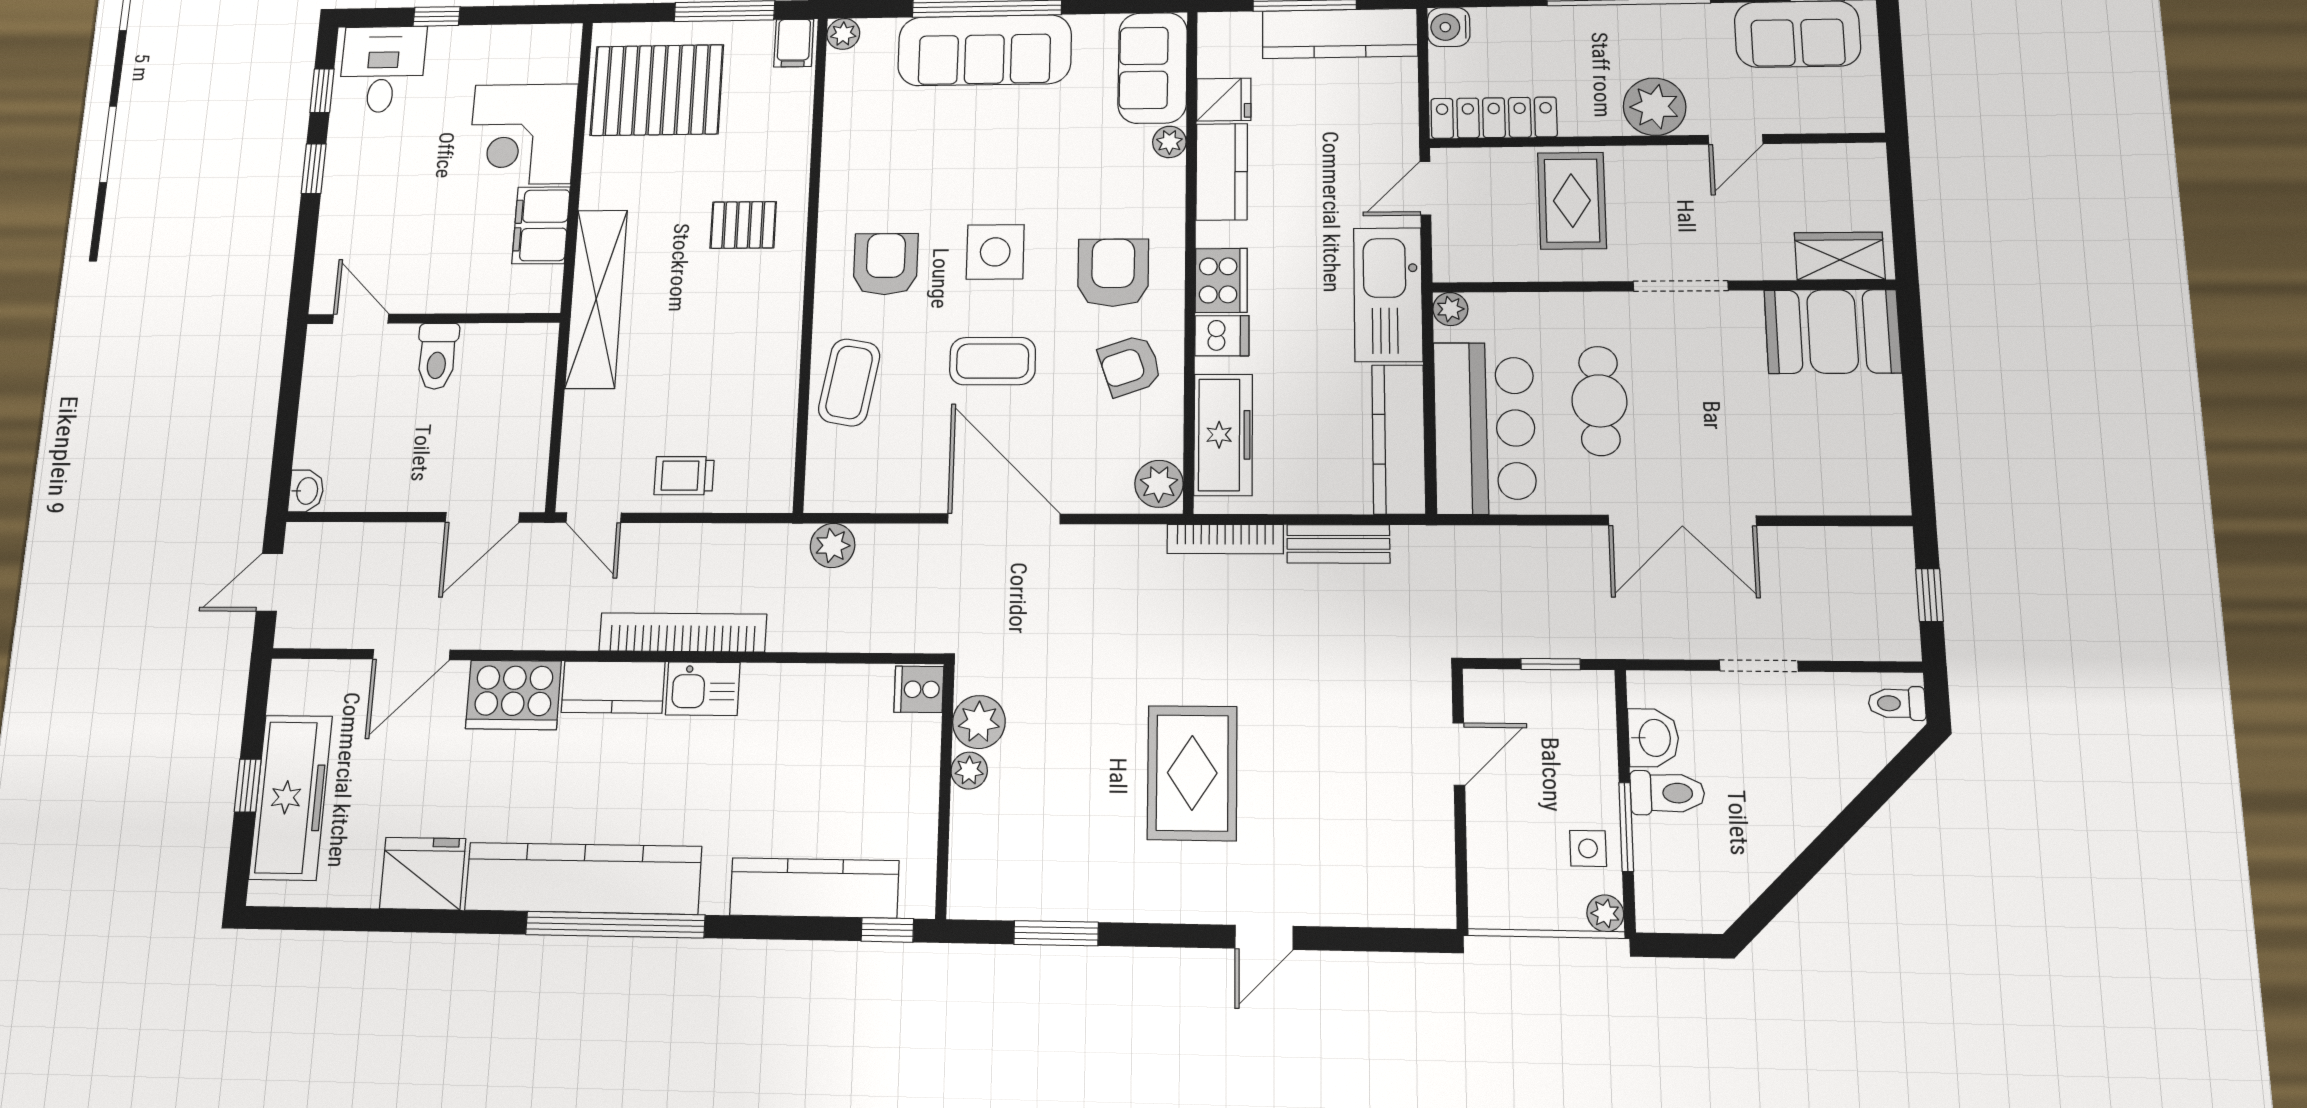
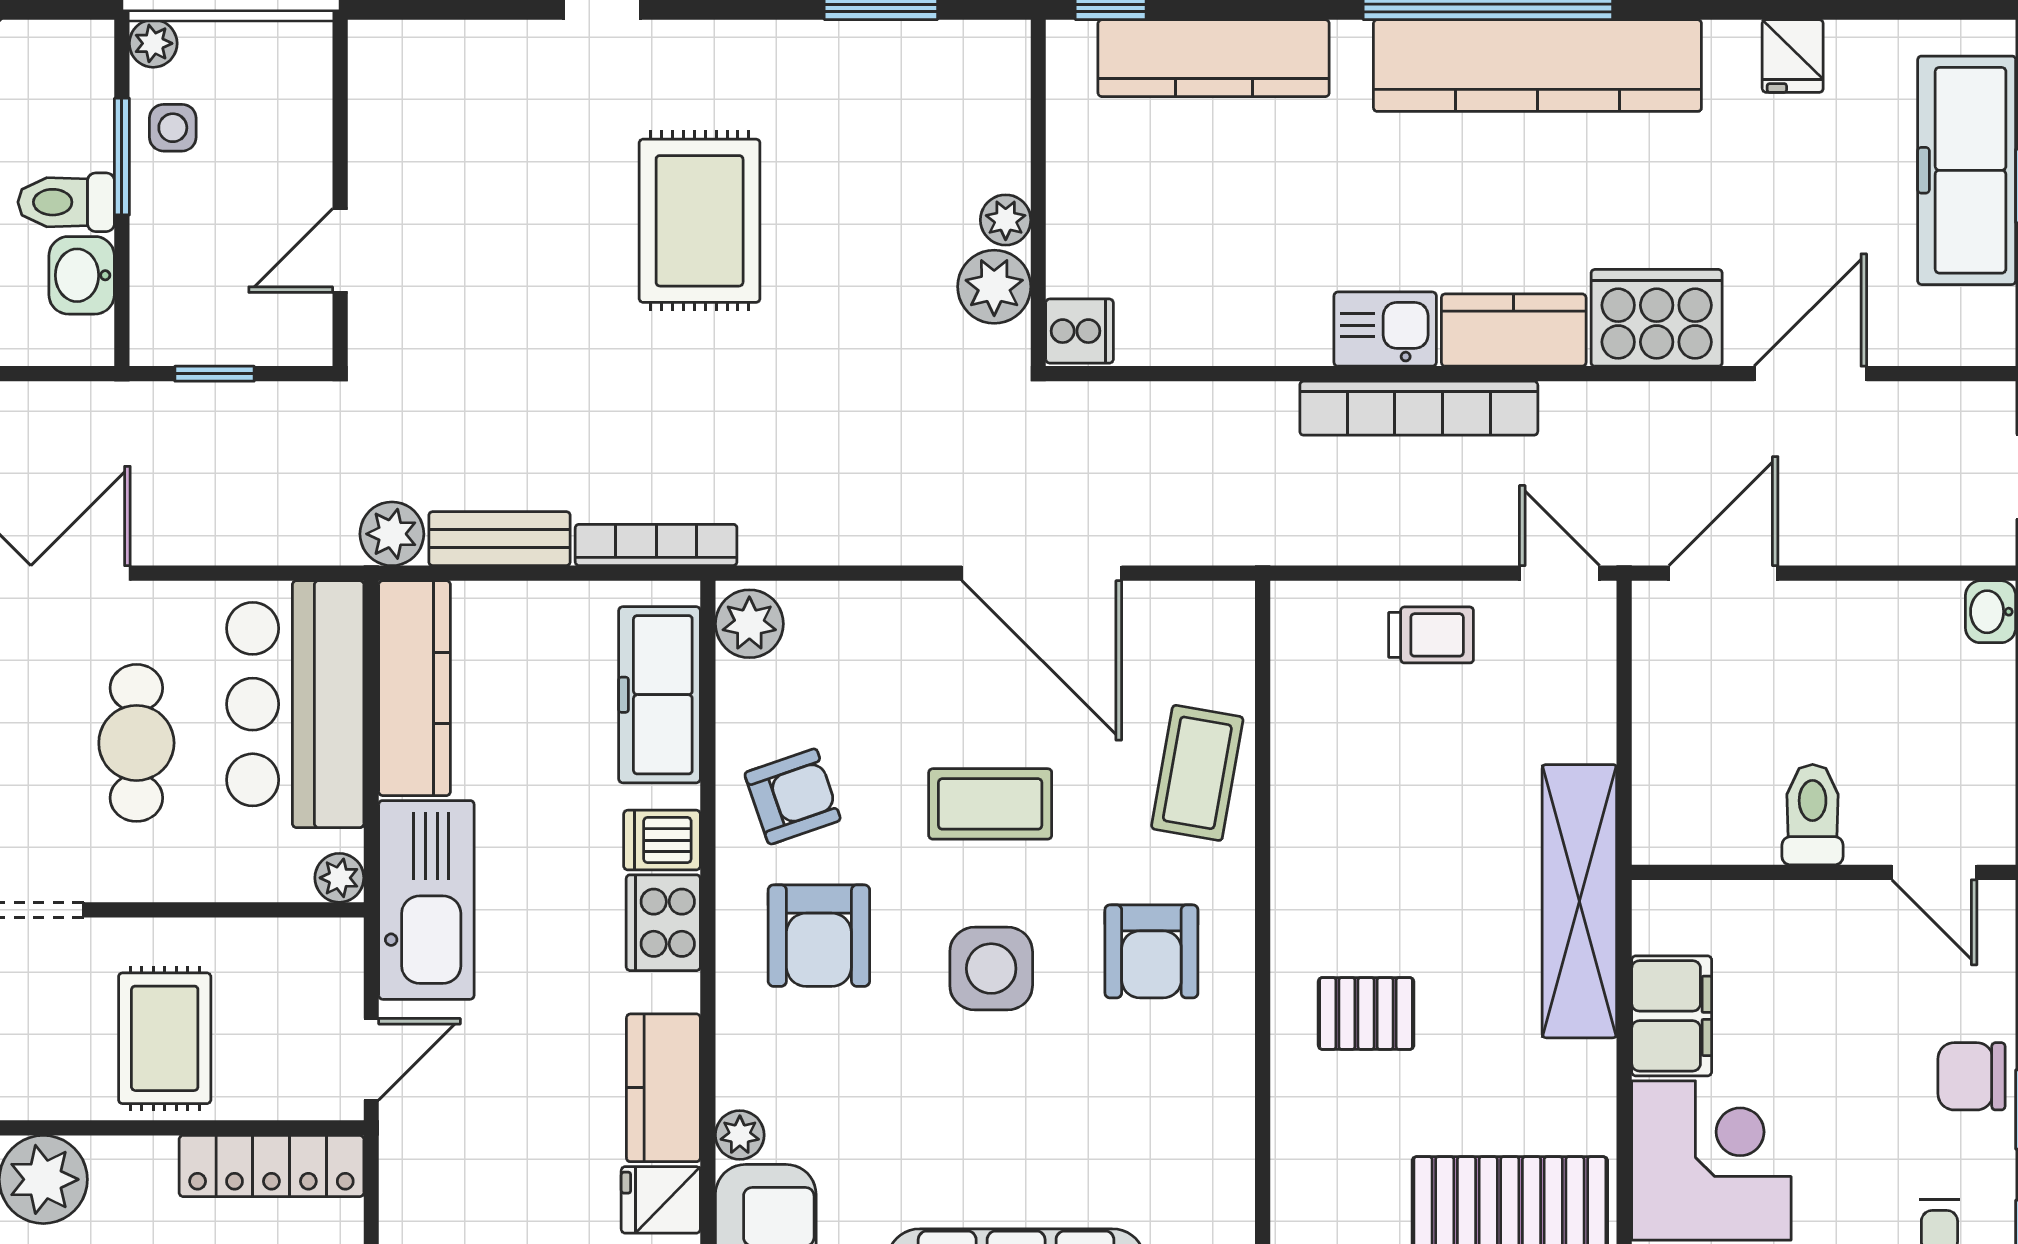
chair: (350, 189) -> (1971, 1076), added
door: (1004, 519) -> (1042, 573), moved
plant: (833, 546) -> (392, 534), moved
fridge: (423, 874) -> (1793, 56), width x0.53, depth x0.75

